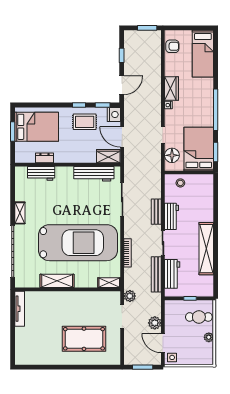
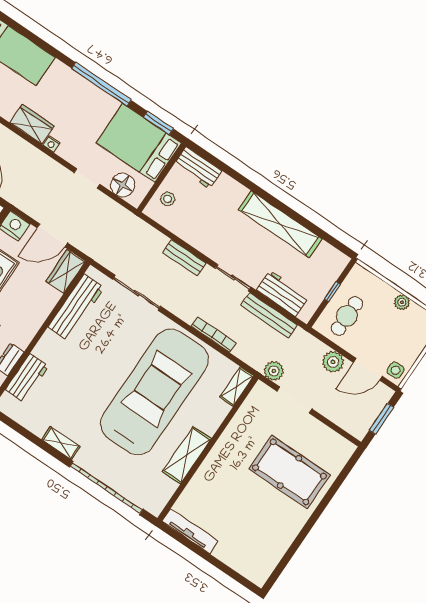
workbench: (171, 216) -> (198, 168), moved, turned 180
cafe table: (199, 317) -> (347, 316), moved
pool table: (84, 339) -> (290, 472), turned 90

